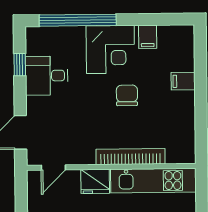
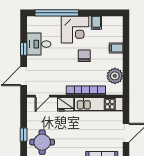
window: (20, 65) -> (24, 49), moved
plant: (181, 130) -> (115, 76), added

